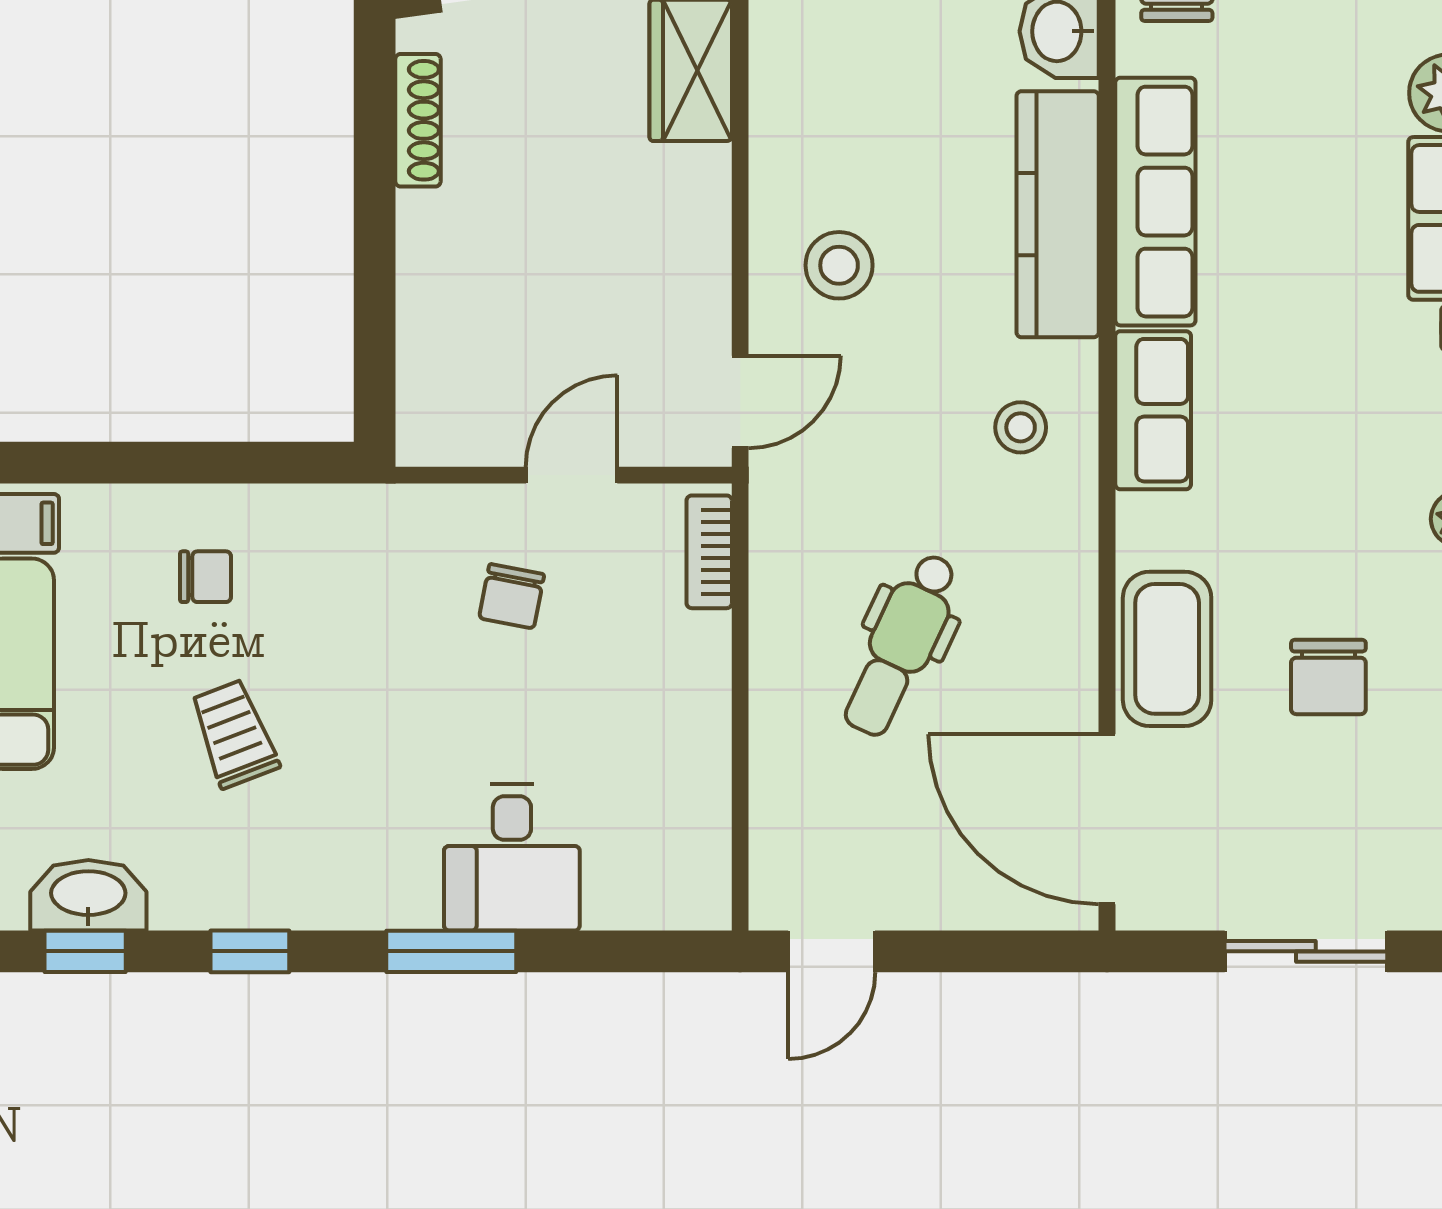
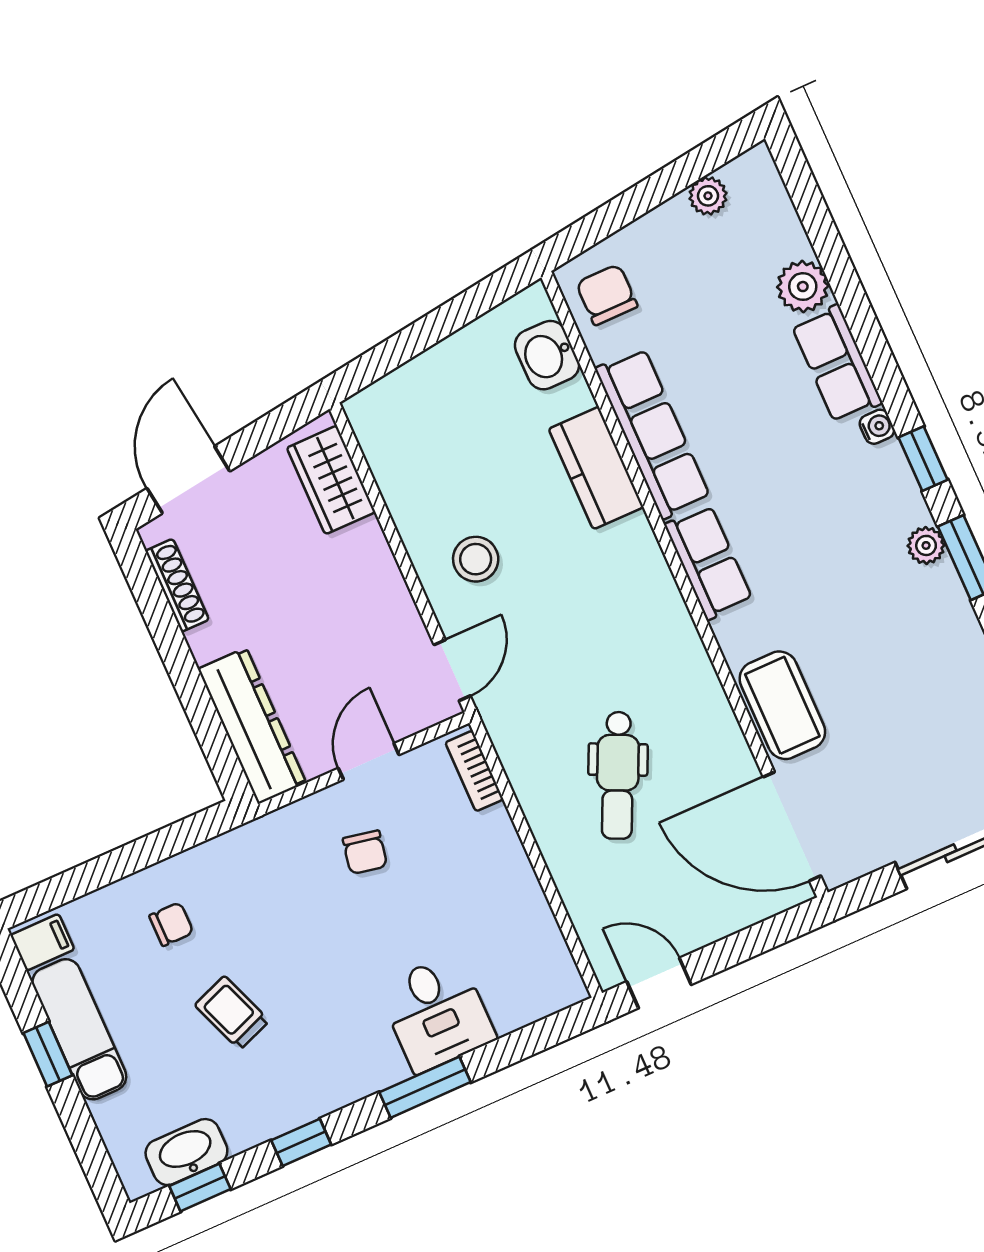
kitchen counter: (1058, 214) -> (596, 468), width x0.67
dresser: (435, 356) -> (252, 726), added
stool: (1021, 427) -> (632, 609), removed
chair: (1328, 677) -> (889, 678), removed
door: (832, 951) -> (659, 983), swing flipped

